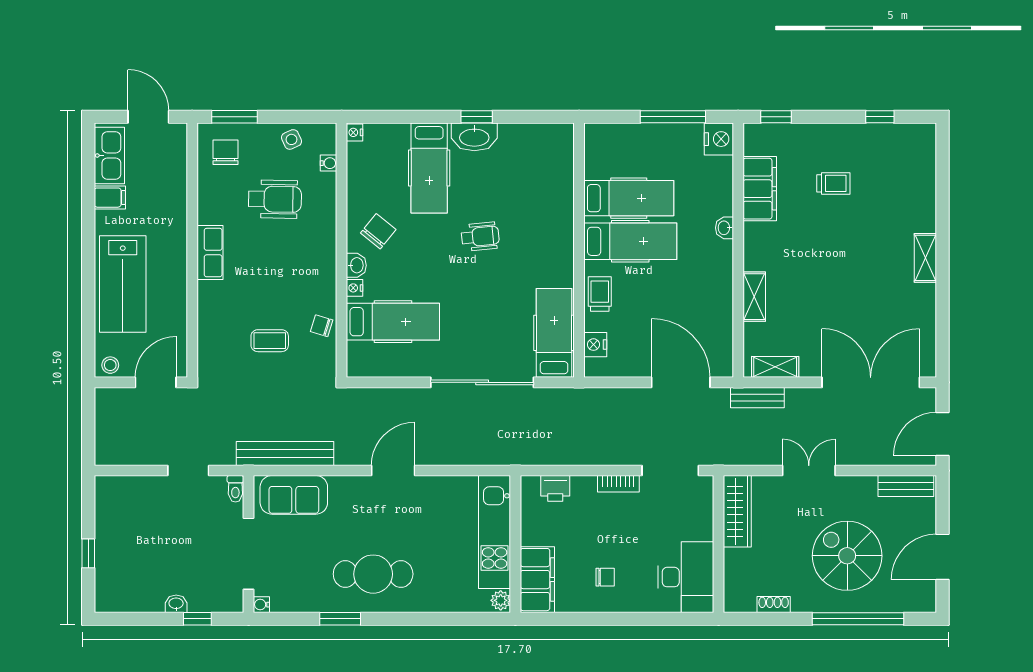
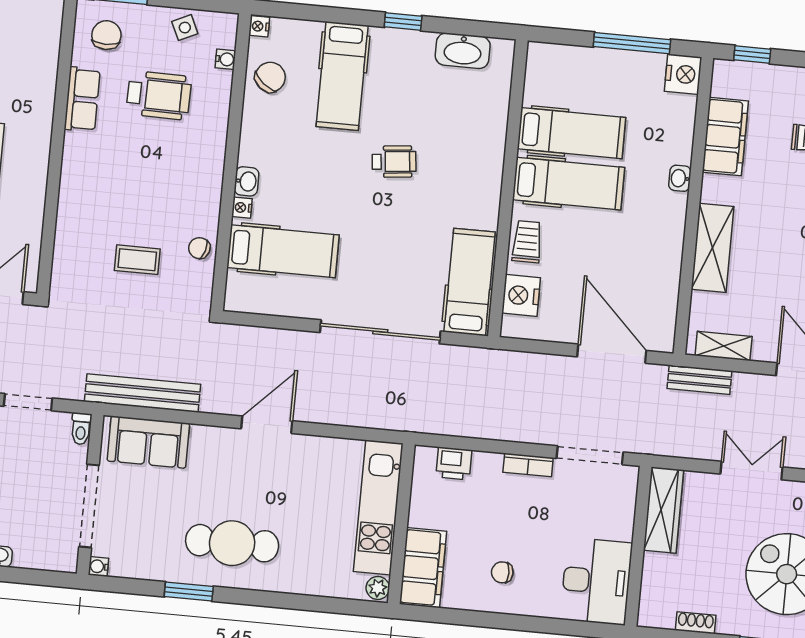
washbasin: (474, 137) -> (463, 51), moved
chair: (378, 231) -> (270, 77), moved
row of seats: (210, 253) -> (82, 99), moved
shelving: (754, 297) -> (713, 248), width x1.50, depth x1.33
nightstand: (595, 345) -> (521, 295), width x1.36, depth x1.33
chair: (605, 577) -> (502, 572), turned 180
window: (197, 619) -> (22, 576), removed

